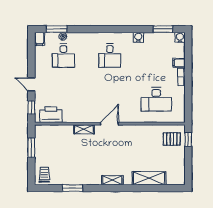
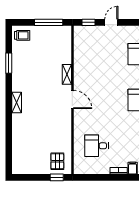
desk: (156, 99) -> (96, 146), width x0.73
printer: (51, 115) -> (81, 42), removed
window: (31, 148) -> (49, 22), width x1.44
shelving: (149, 178) -> (19, 139), removed

